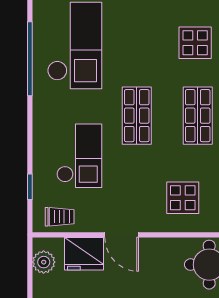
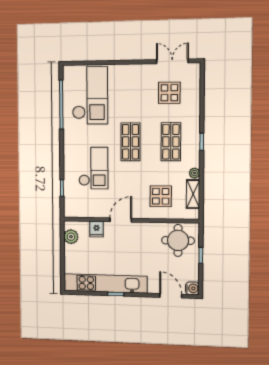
trolley: (60, 217) -> (81, 208), removed
door: (122, 235) -> (121, 220), swing flipped
fridge: (84, 254) -> (97, 229), width x0.53, depth x0.75

